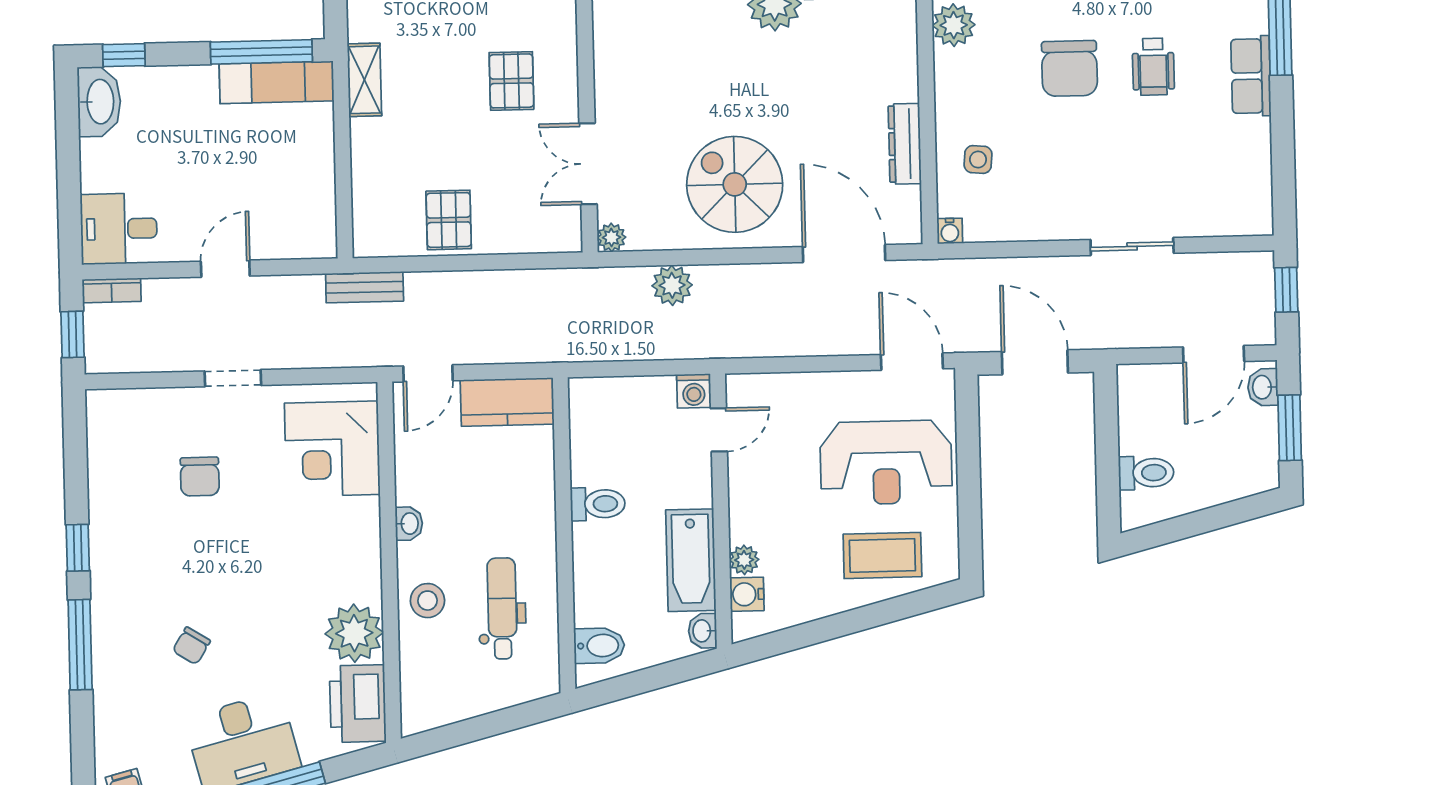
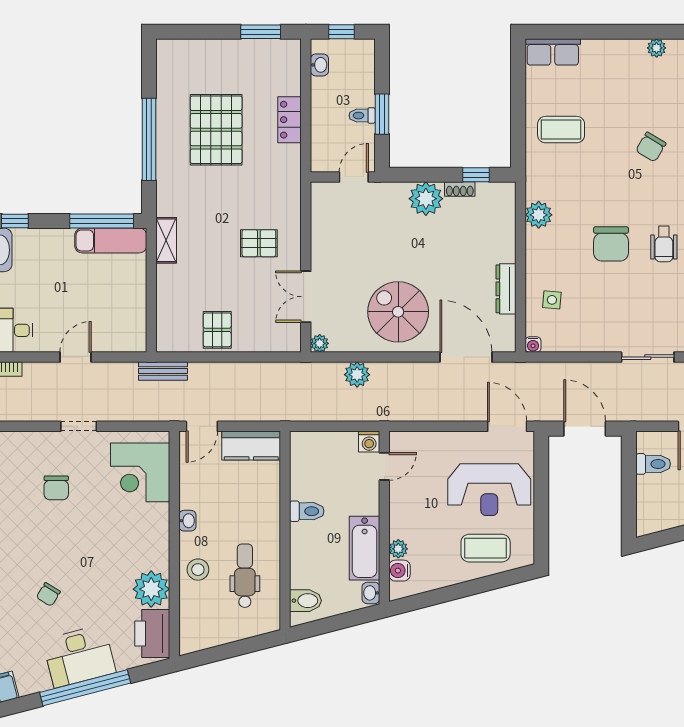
pallet: (511, 81) -> (259, 243), turned 90
toilet: (1146, 473) -> (653, 464), moved

